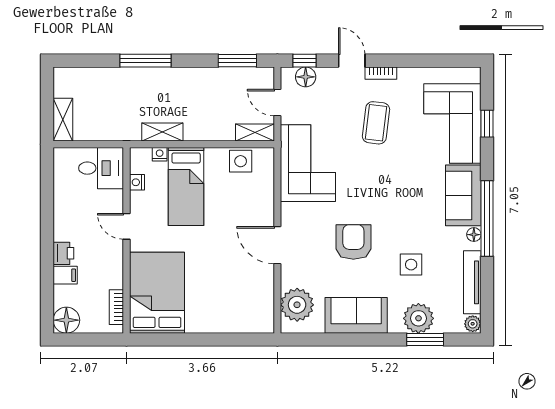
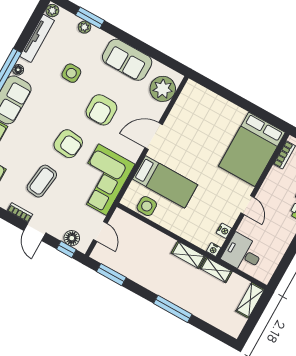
shelving: (255, 133) -> (216, 270), moved
nightstand: (160, 154) -> (214, 249), moved
armchair: (370, 182) -> (68, 144), added
bed: (186, 187) -> (165, 182), moved, turned 90
door: (277, 245) -> (154, 136), swing flipped
plant: (418, 318) -> (84, 27), width x0.53, depth x0.53

